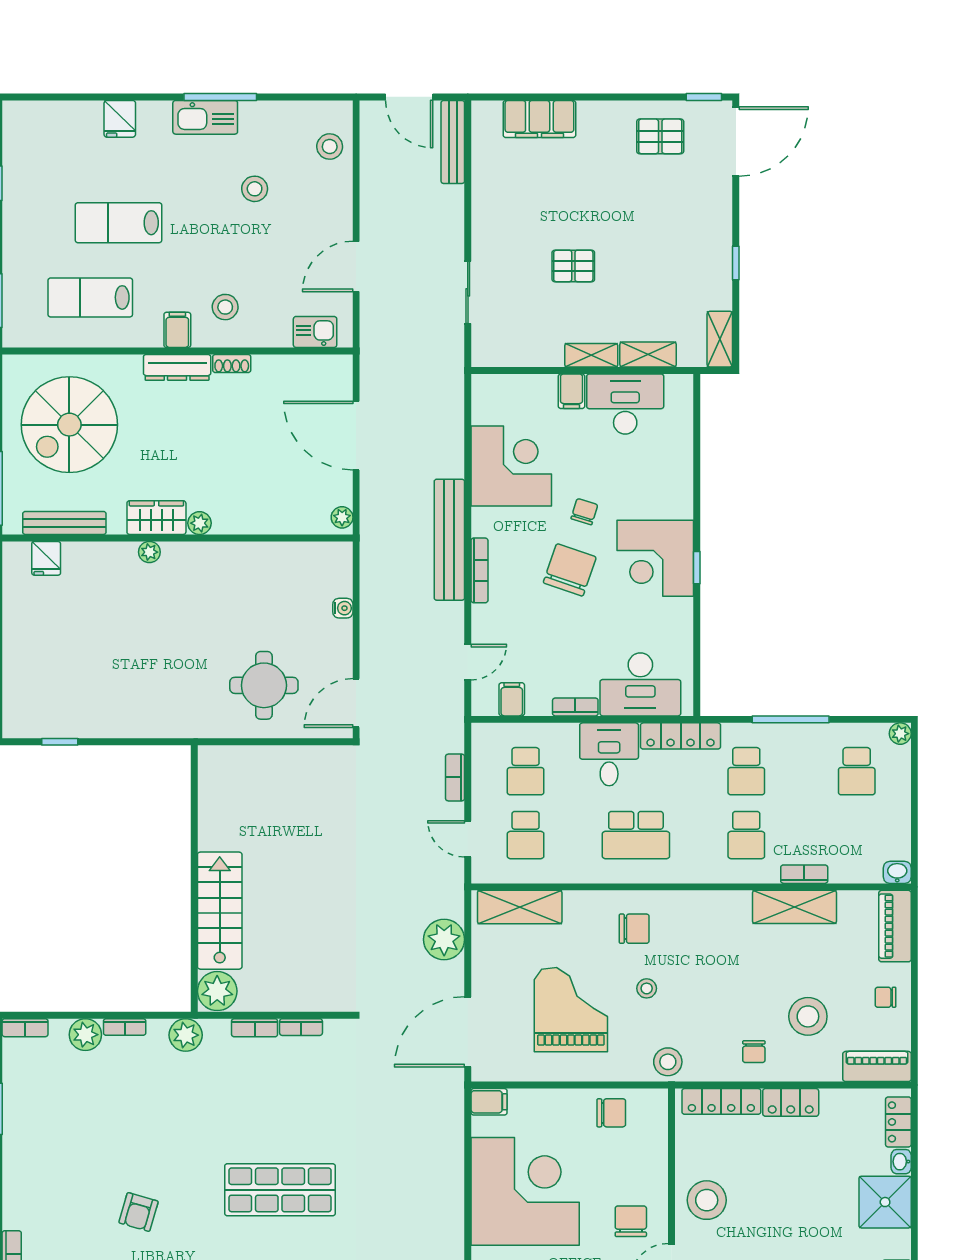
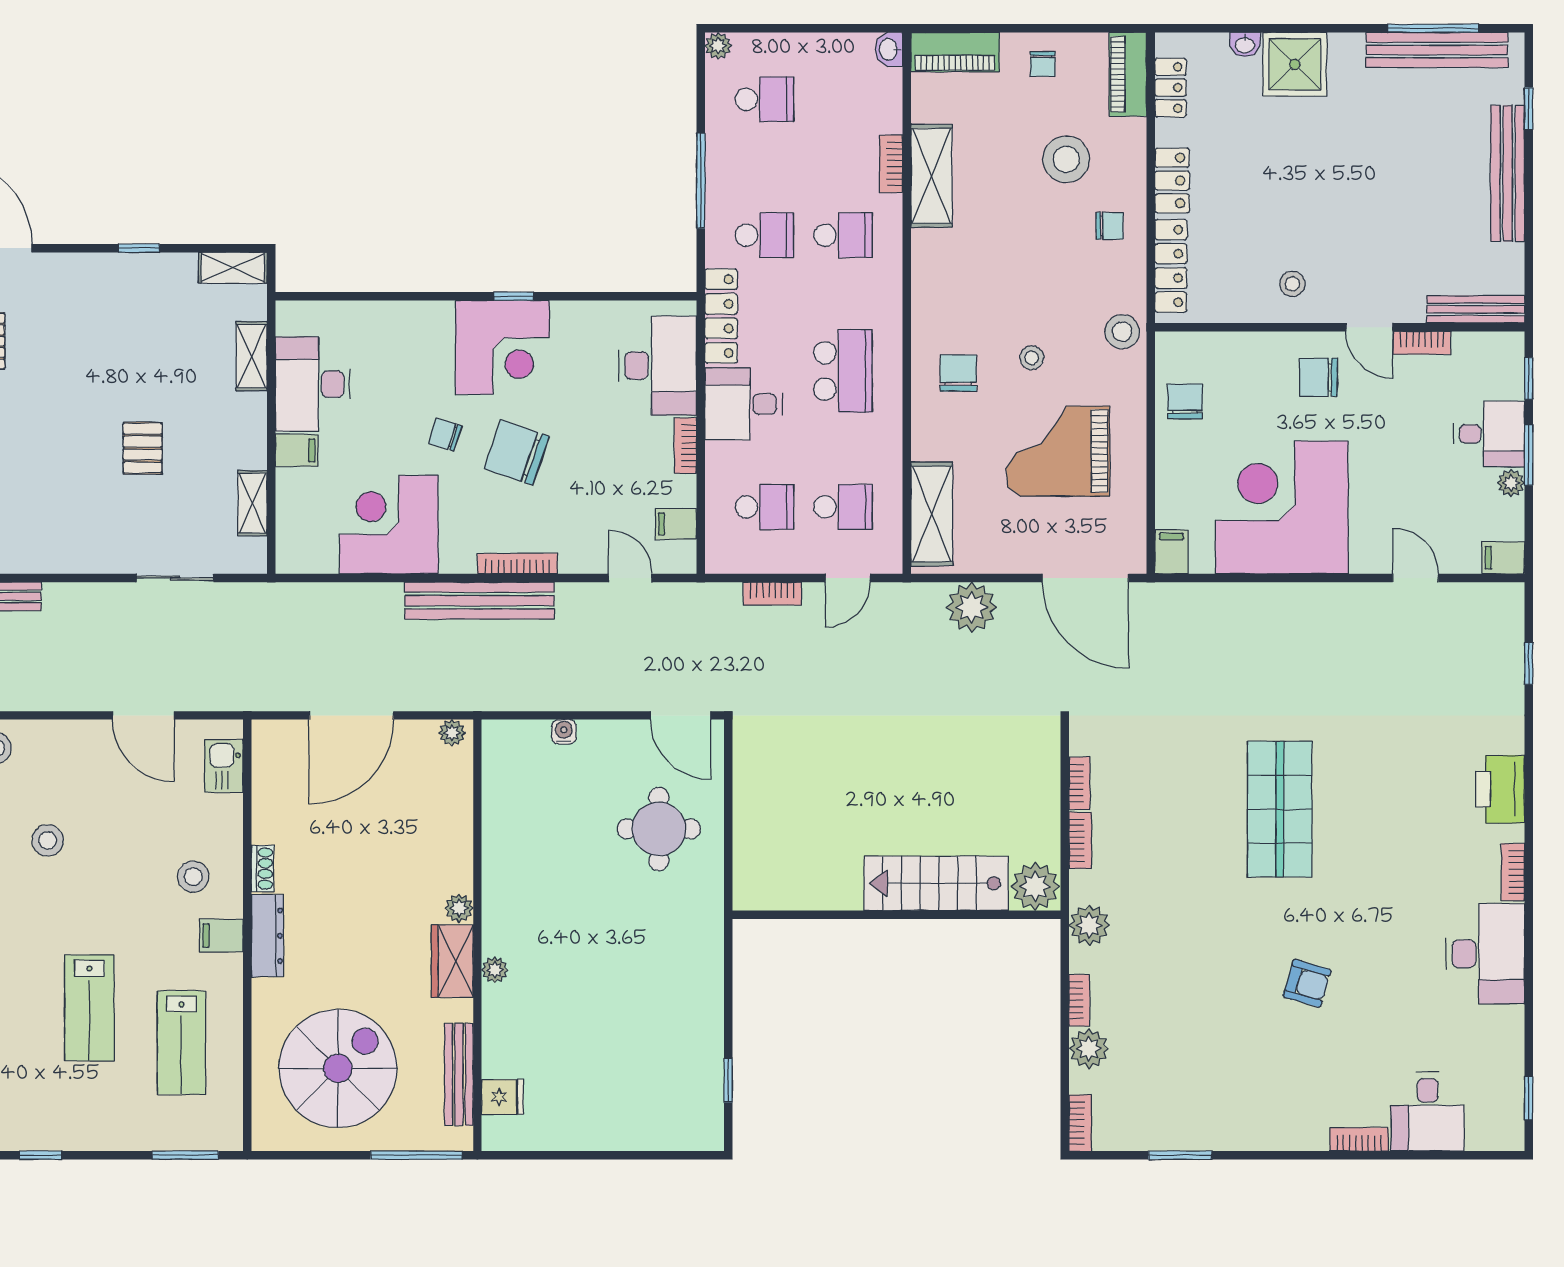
shelving: (591, 355) -> (252, 503), moved
spiral stairs: (69, 425) -> (338, 1068), turned -90
locker: (898, 1122) -> (1171, 87), moved, turned -90
stool: (707, 1200) -> (1292, 284), width x0.53, depth x0.53

